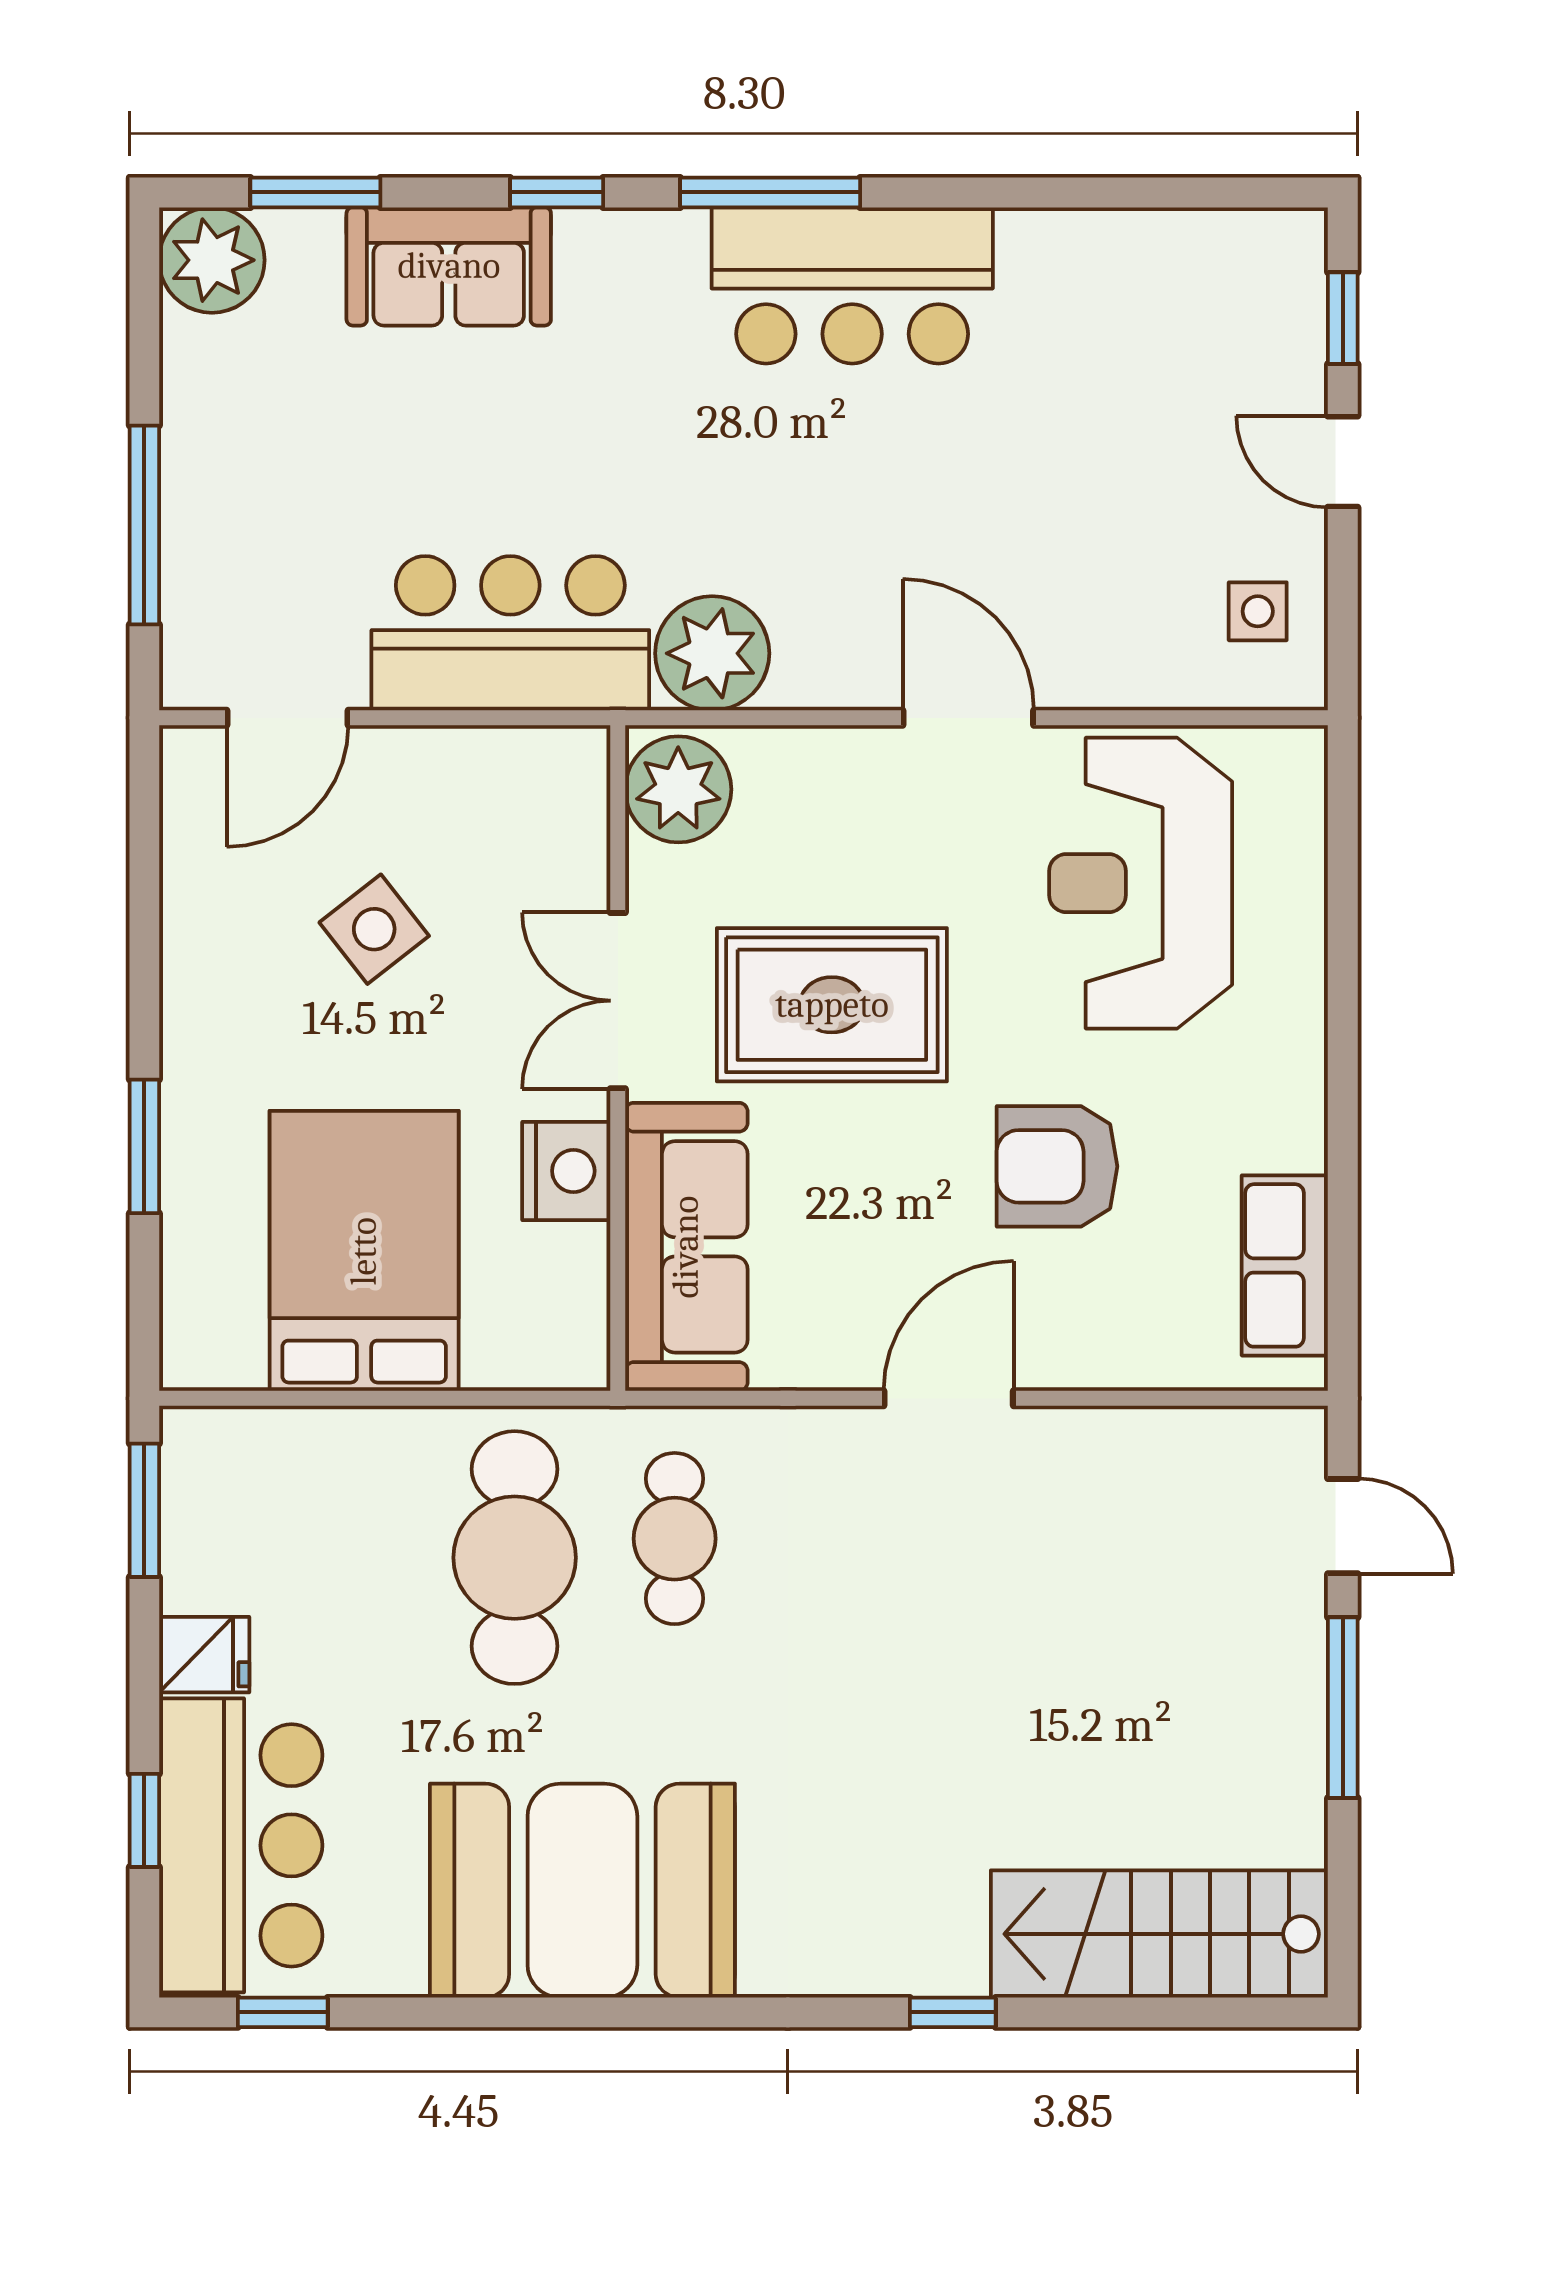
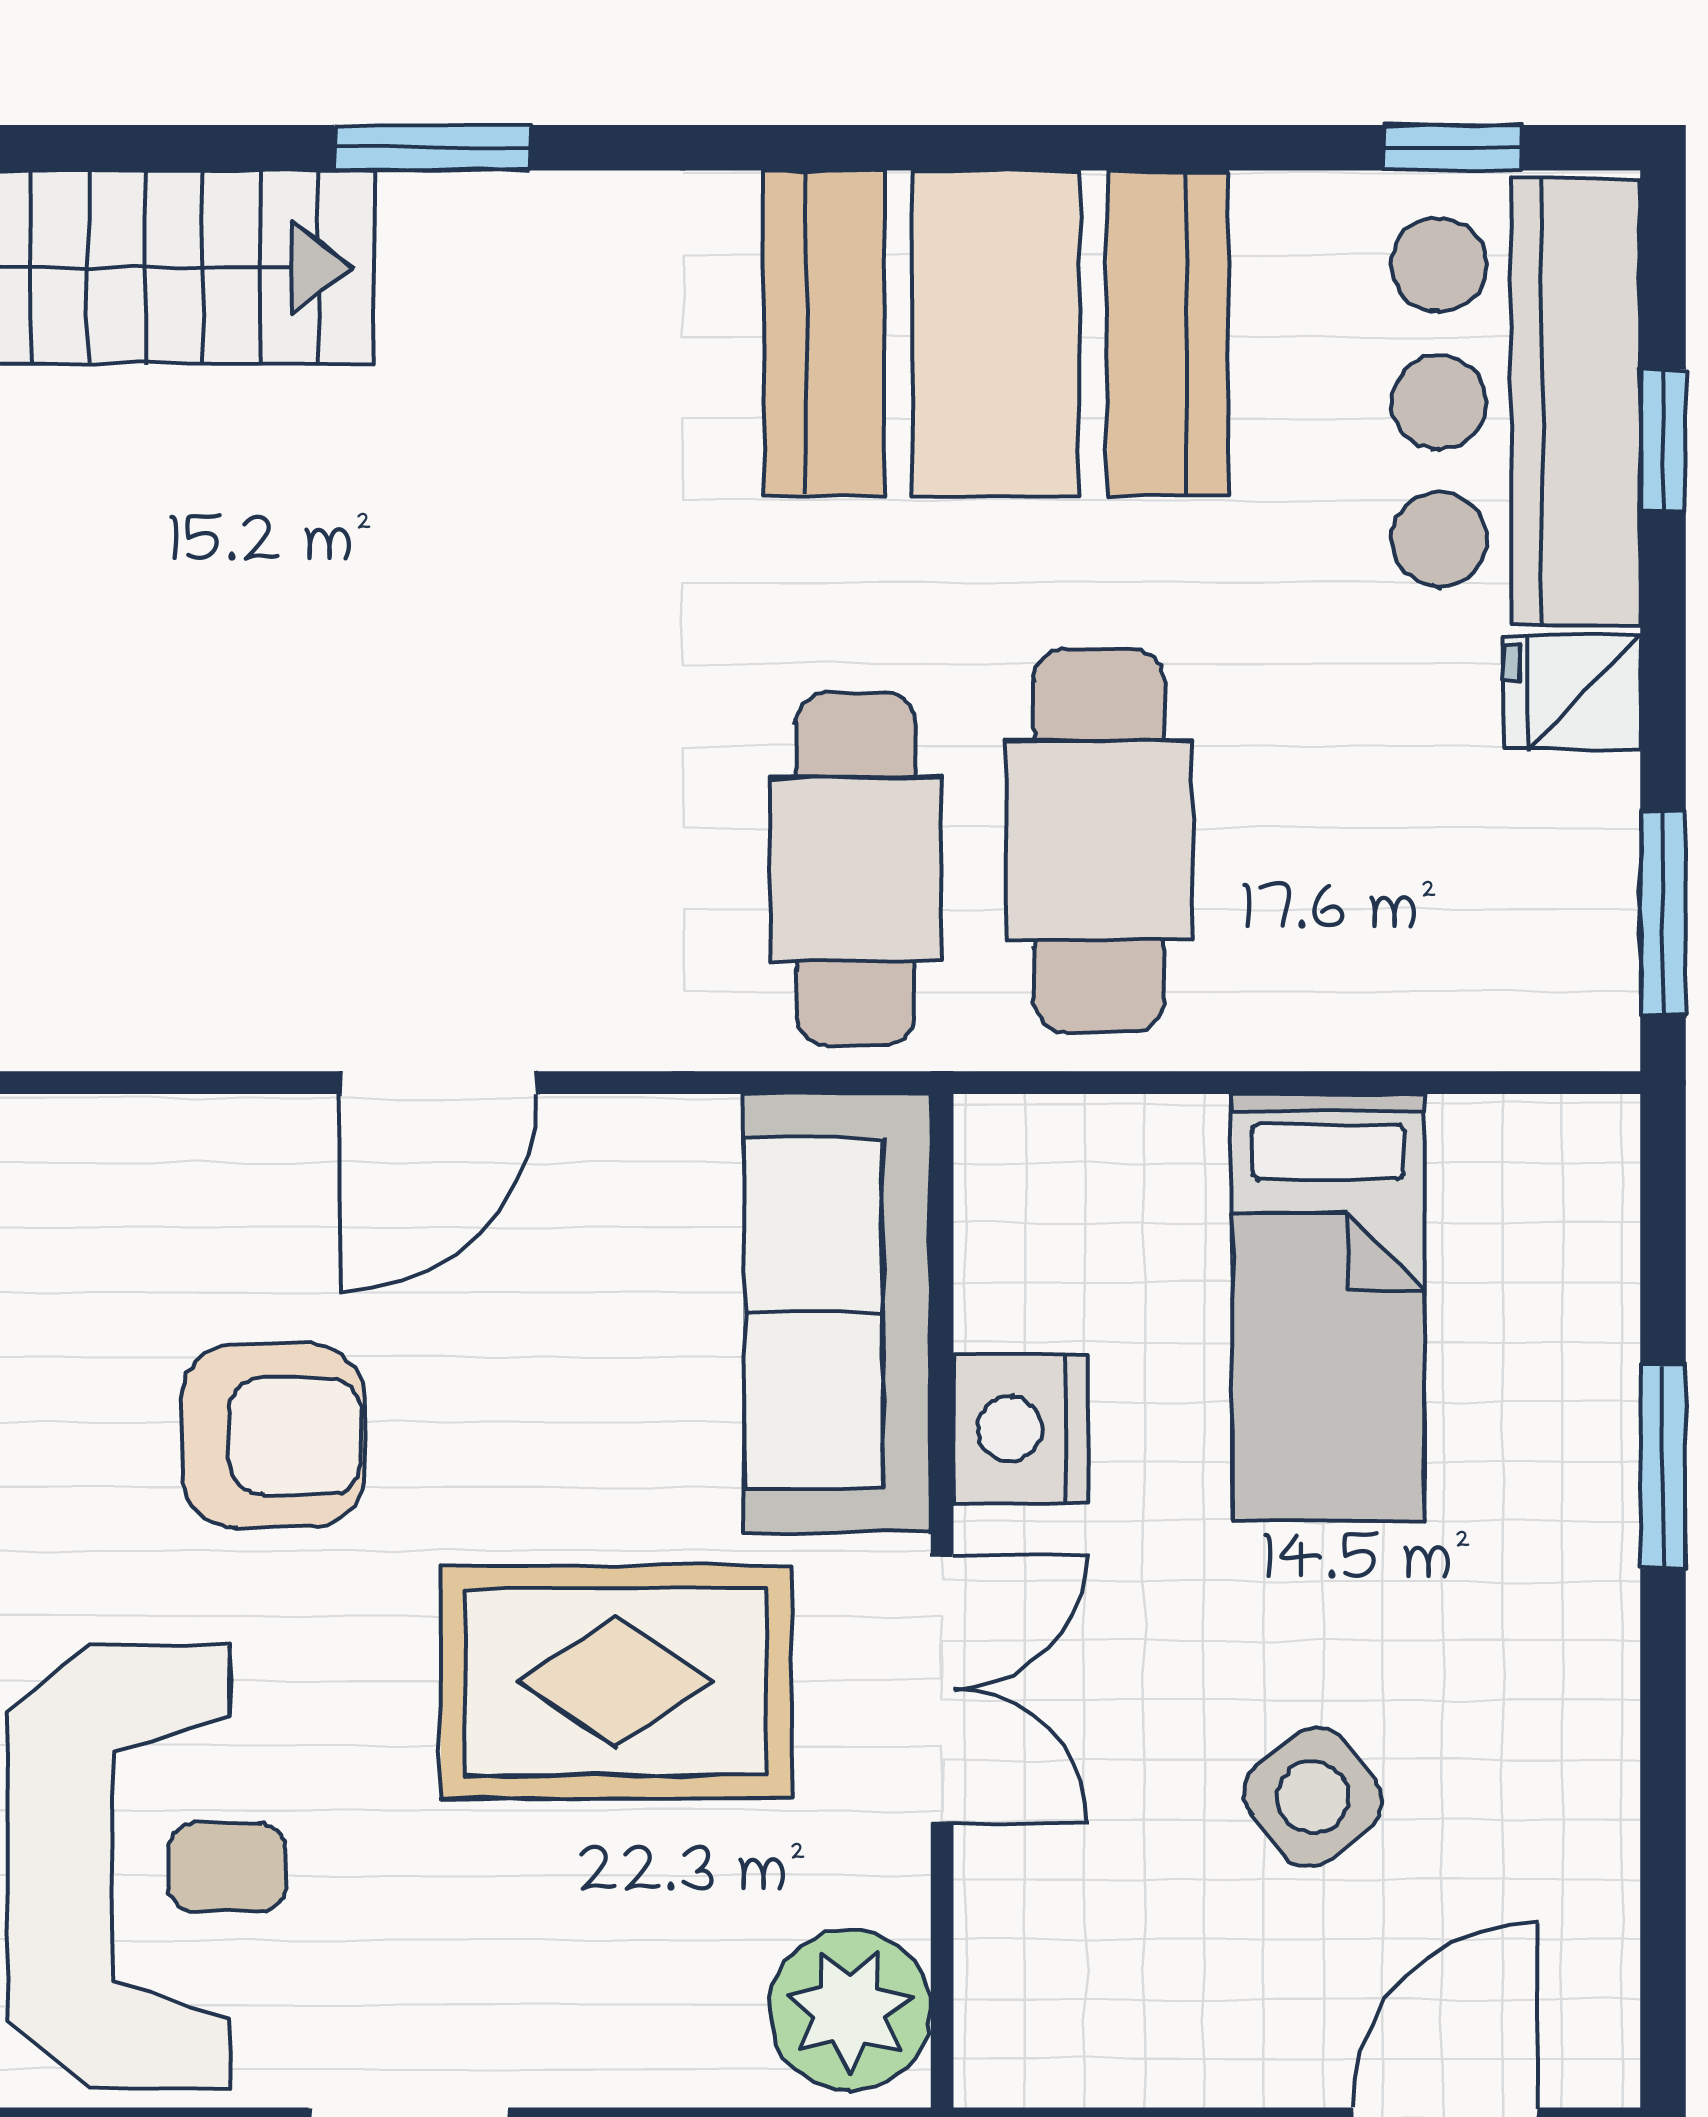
bed: (364, 1251) -> (1328, 1307), width x0.67
cafe table: (675, 1539) -> (856, 869), width x1.37, depth x1.35
window: (953, 2012) -> (432, 148), width x1.50

